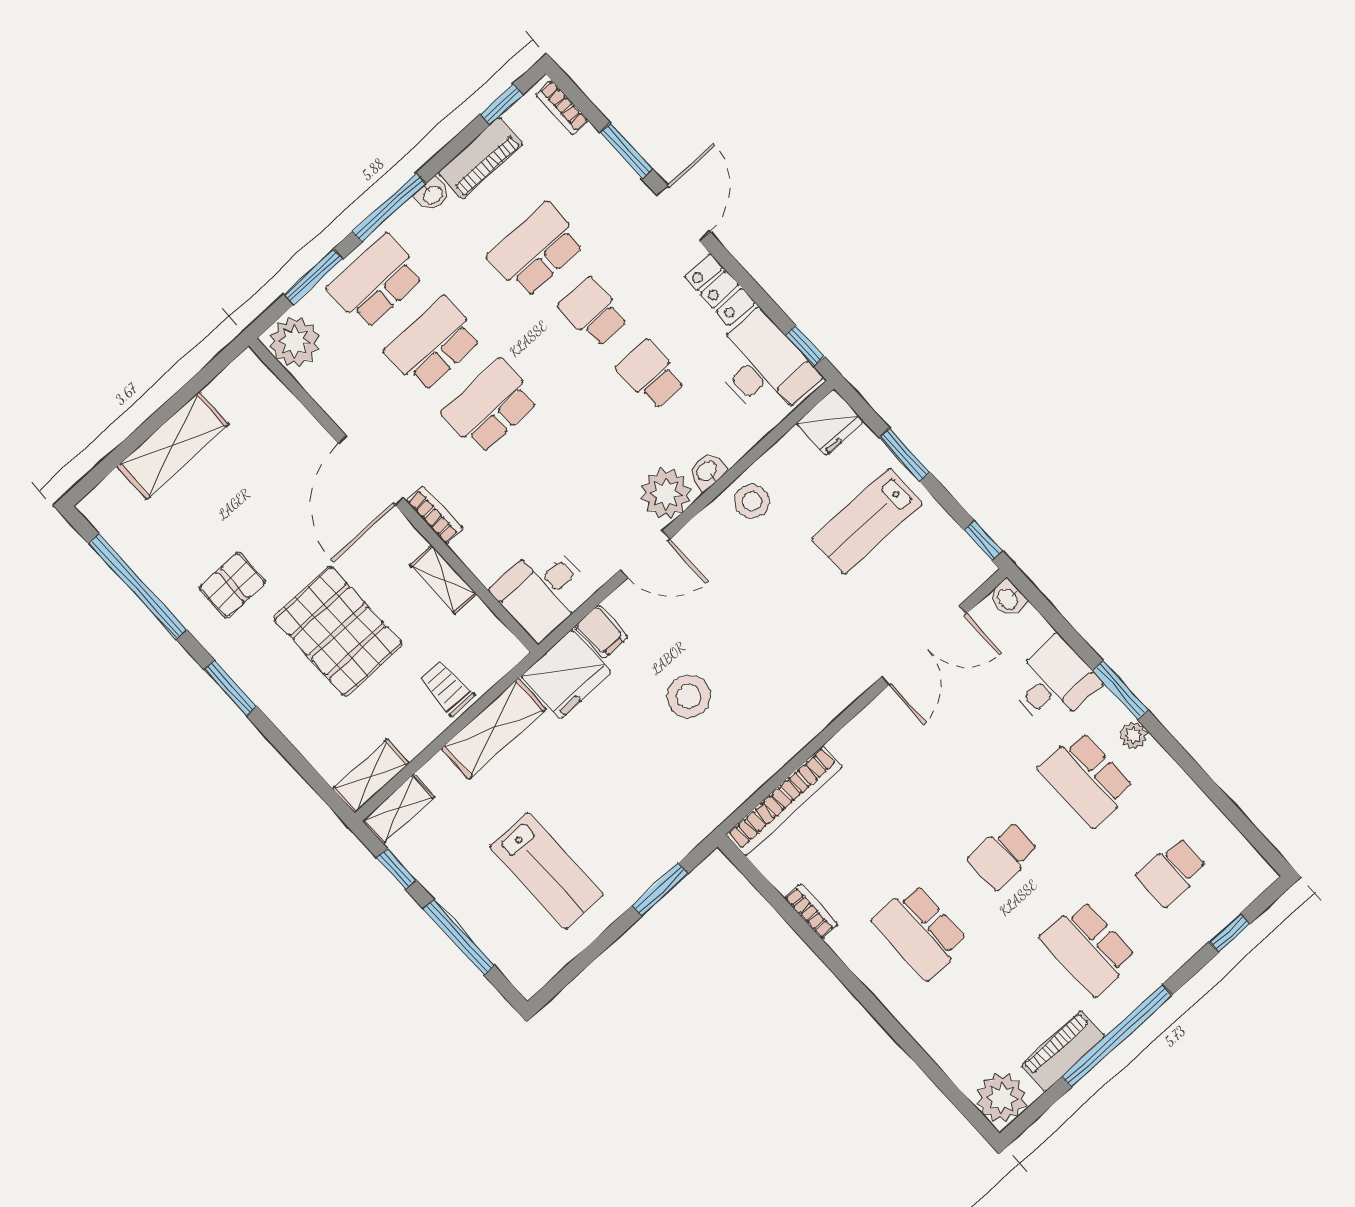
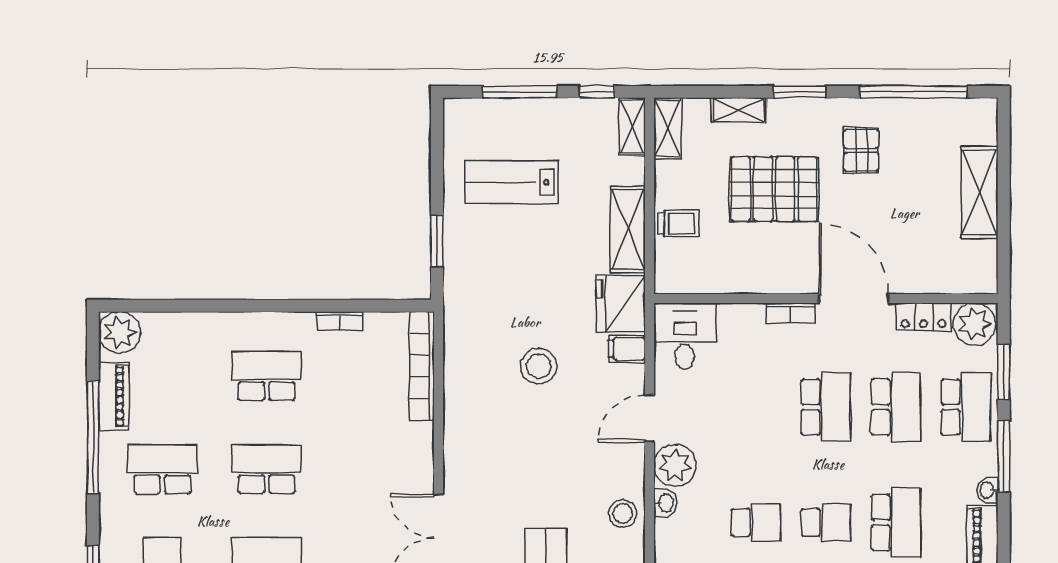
locker: (330, 393) -> (923, 317), added
shelving: (443, 579) -> (739, 110), moved
school desk: (1003, 855) -> (266, 469), width x1.85

